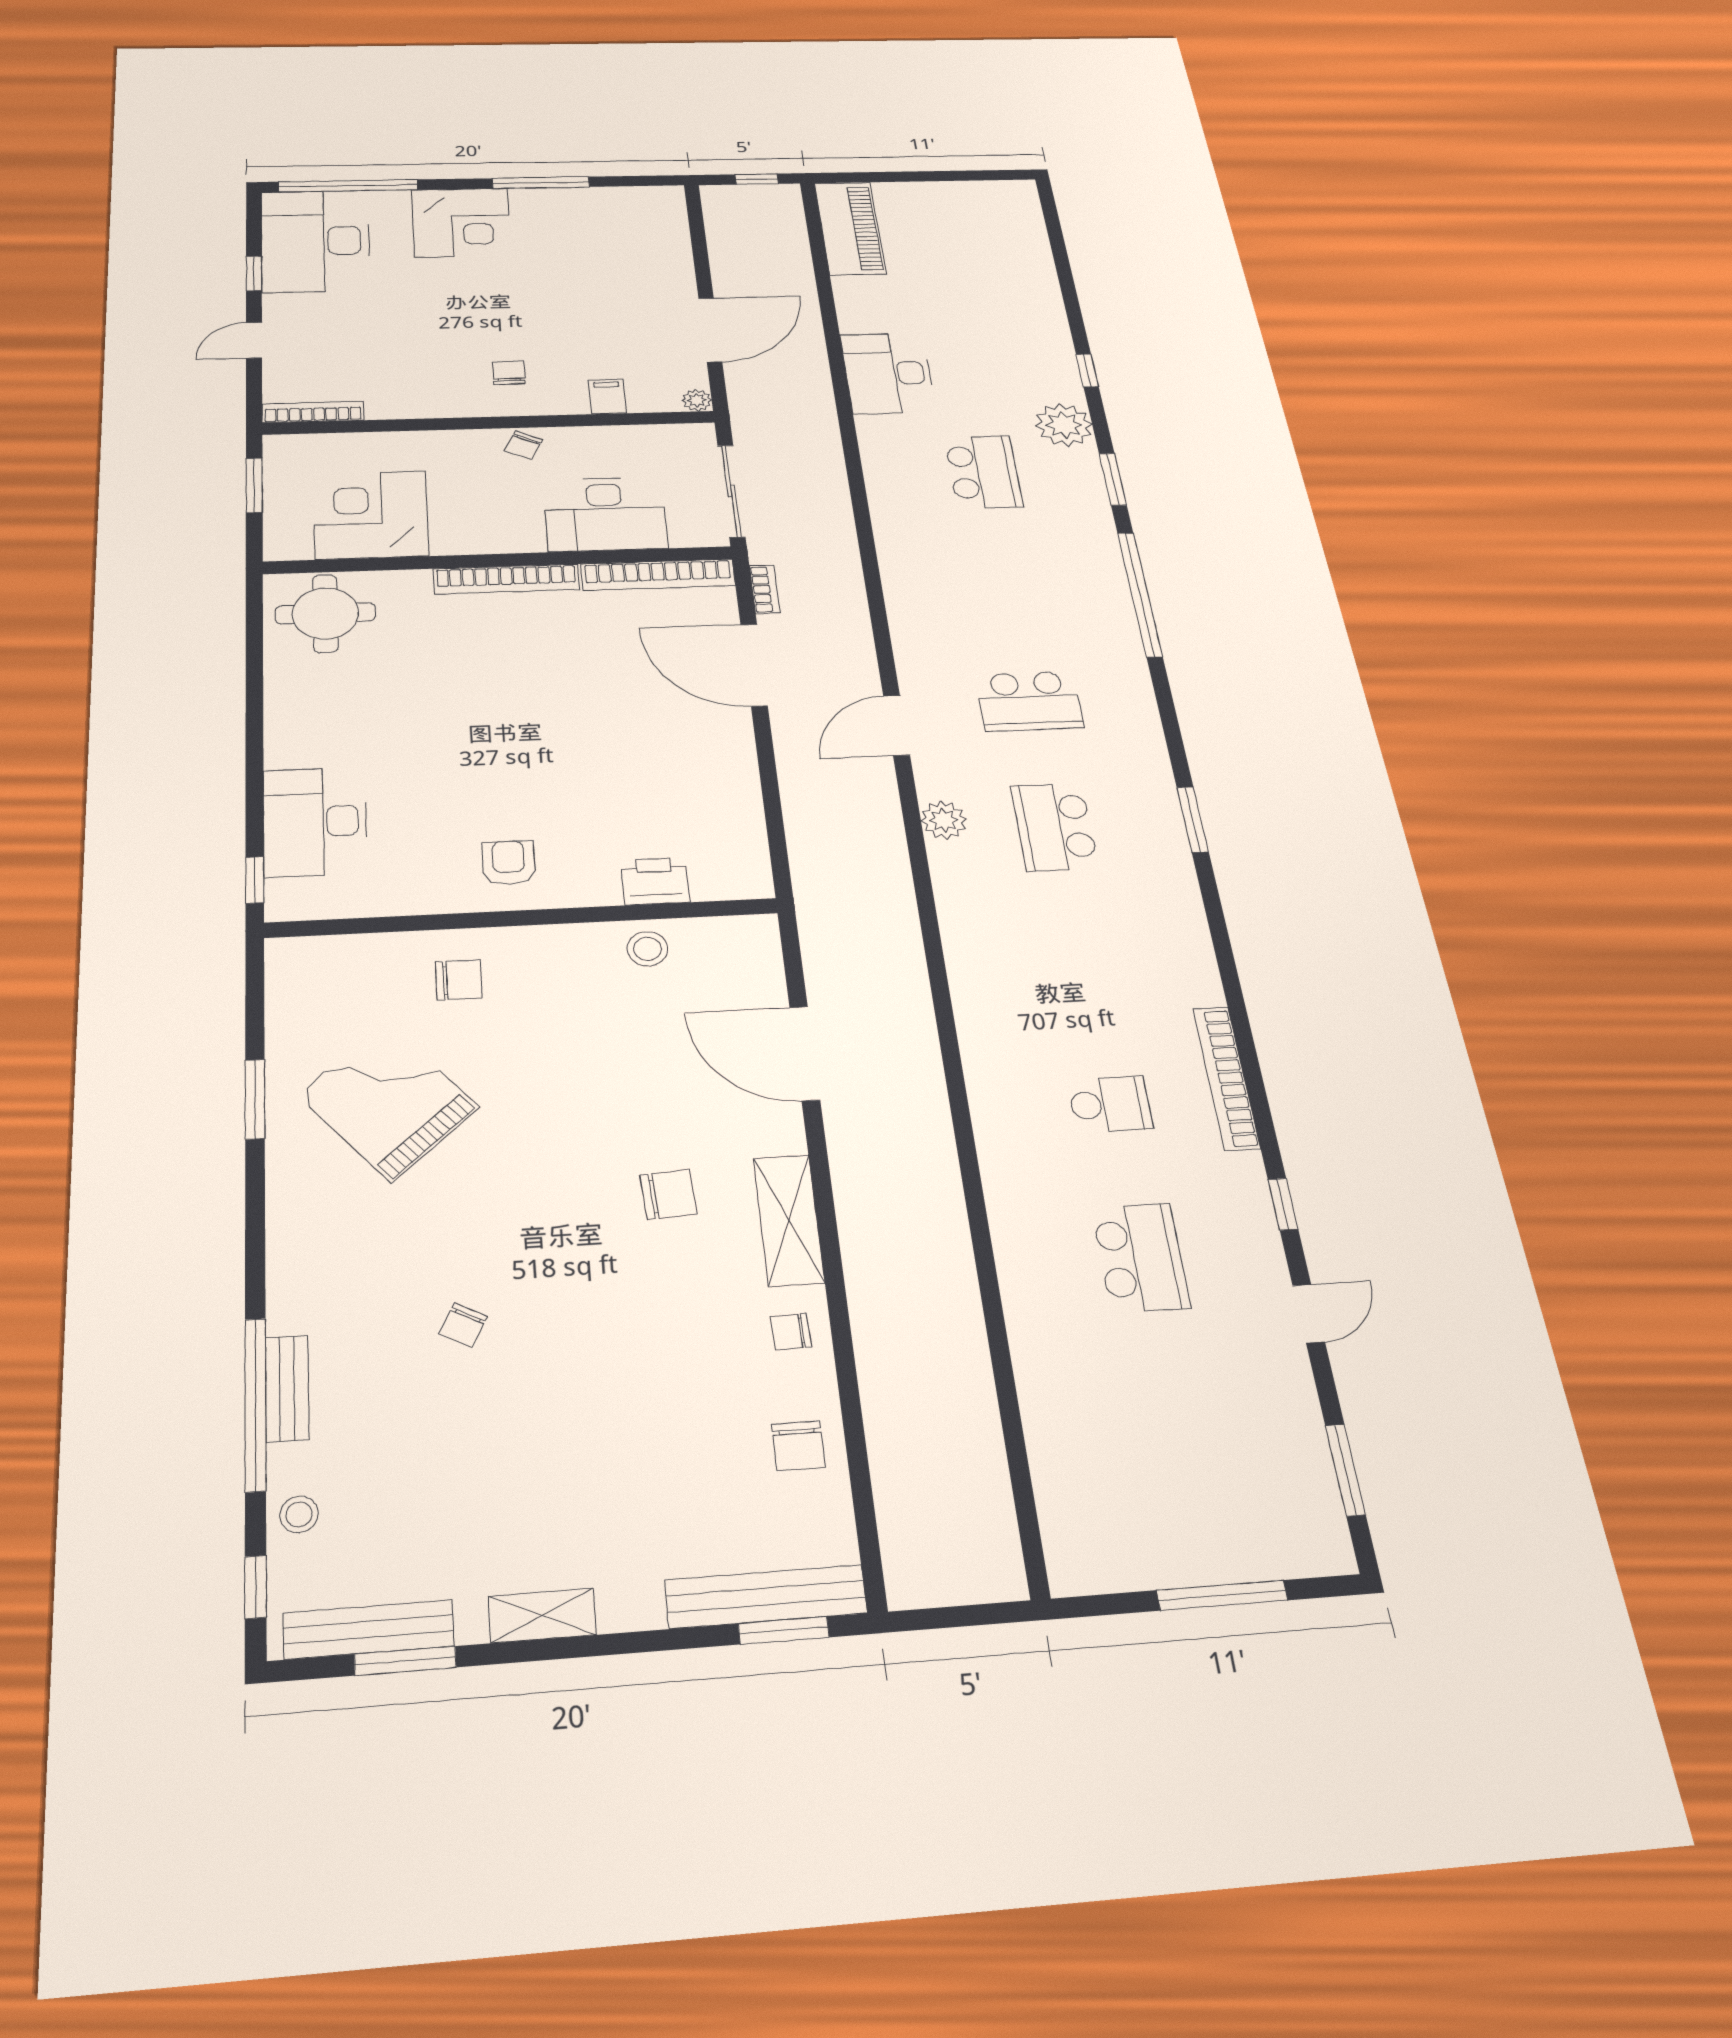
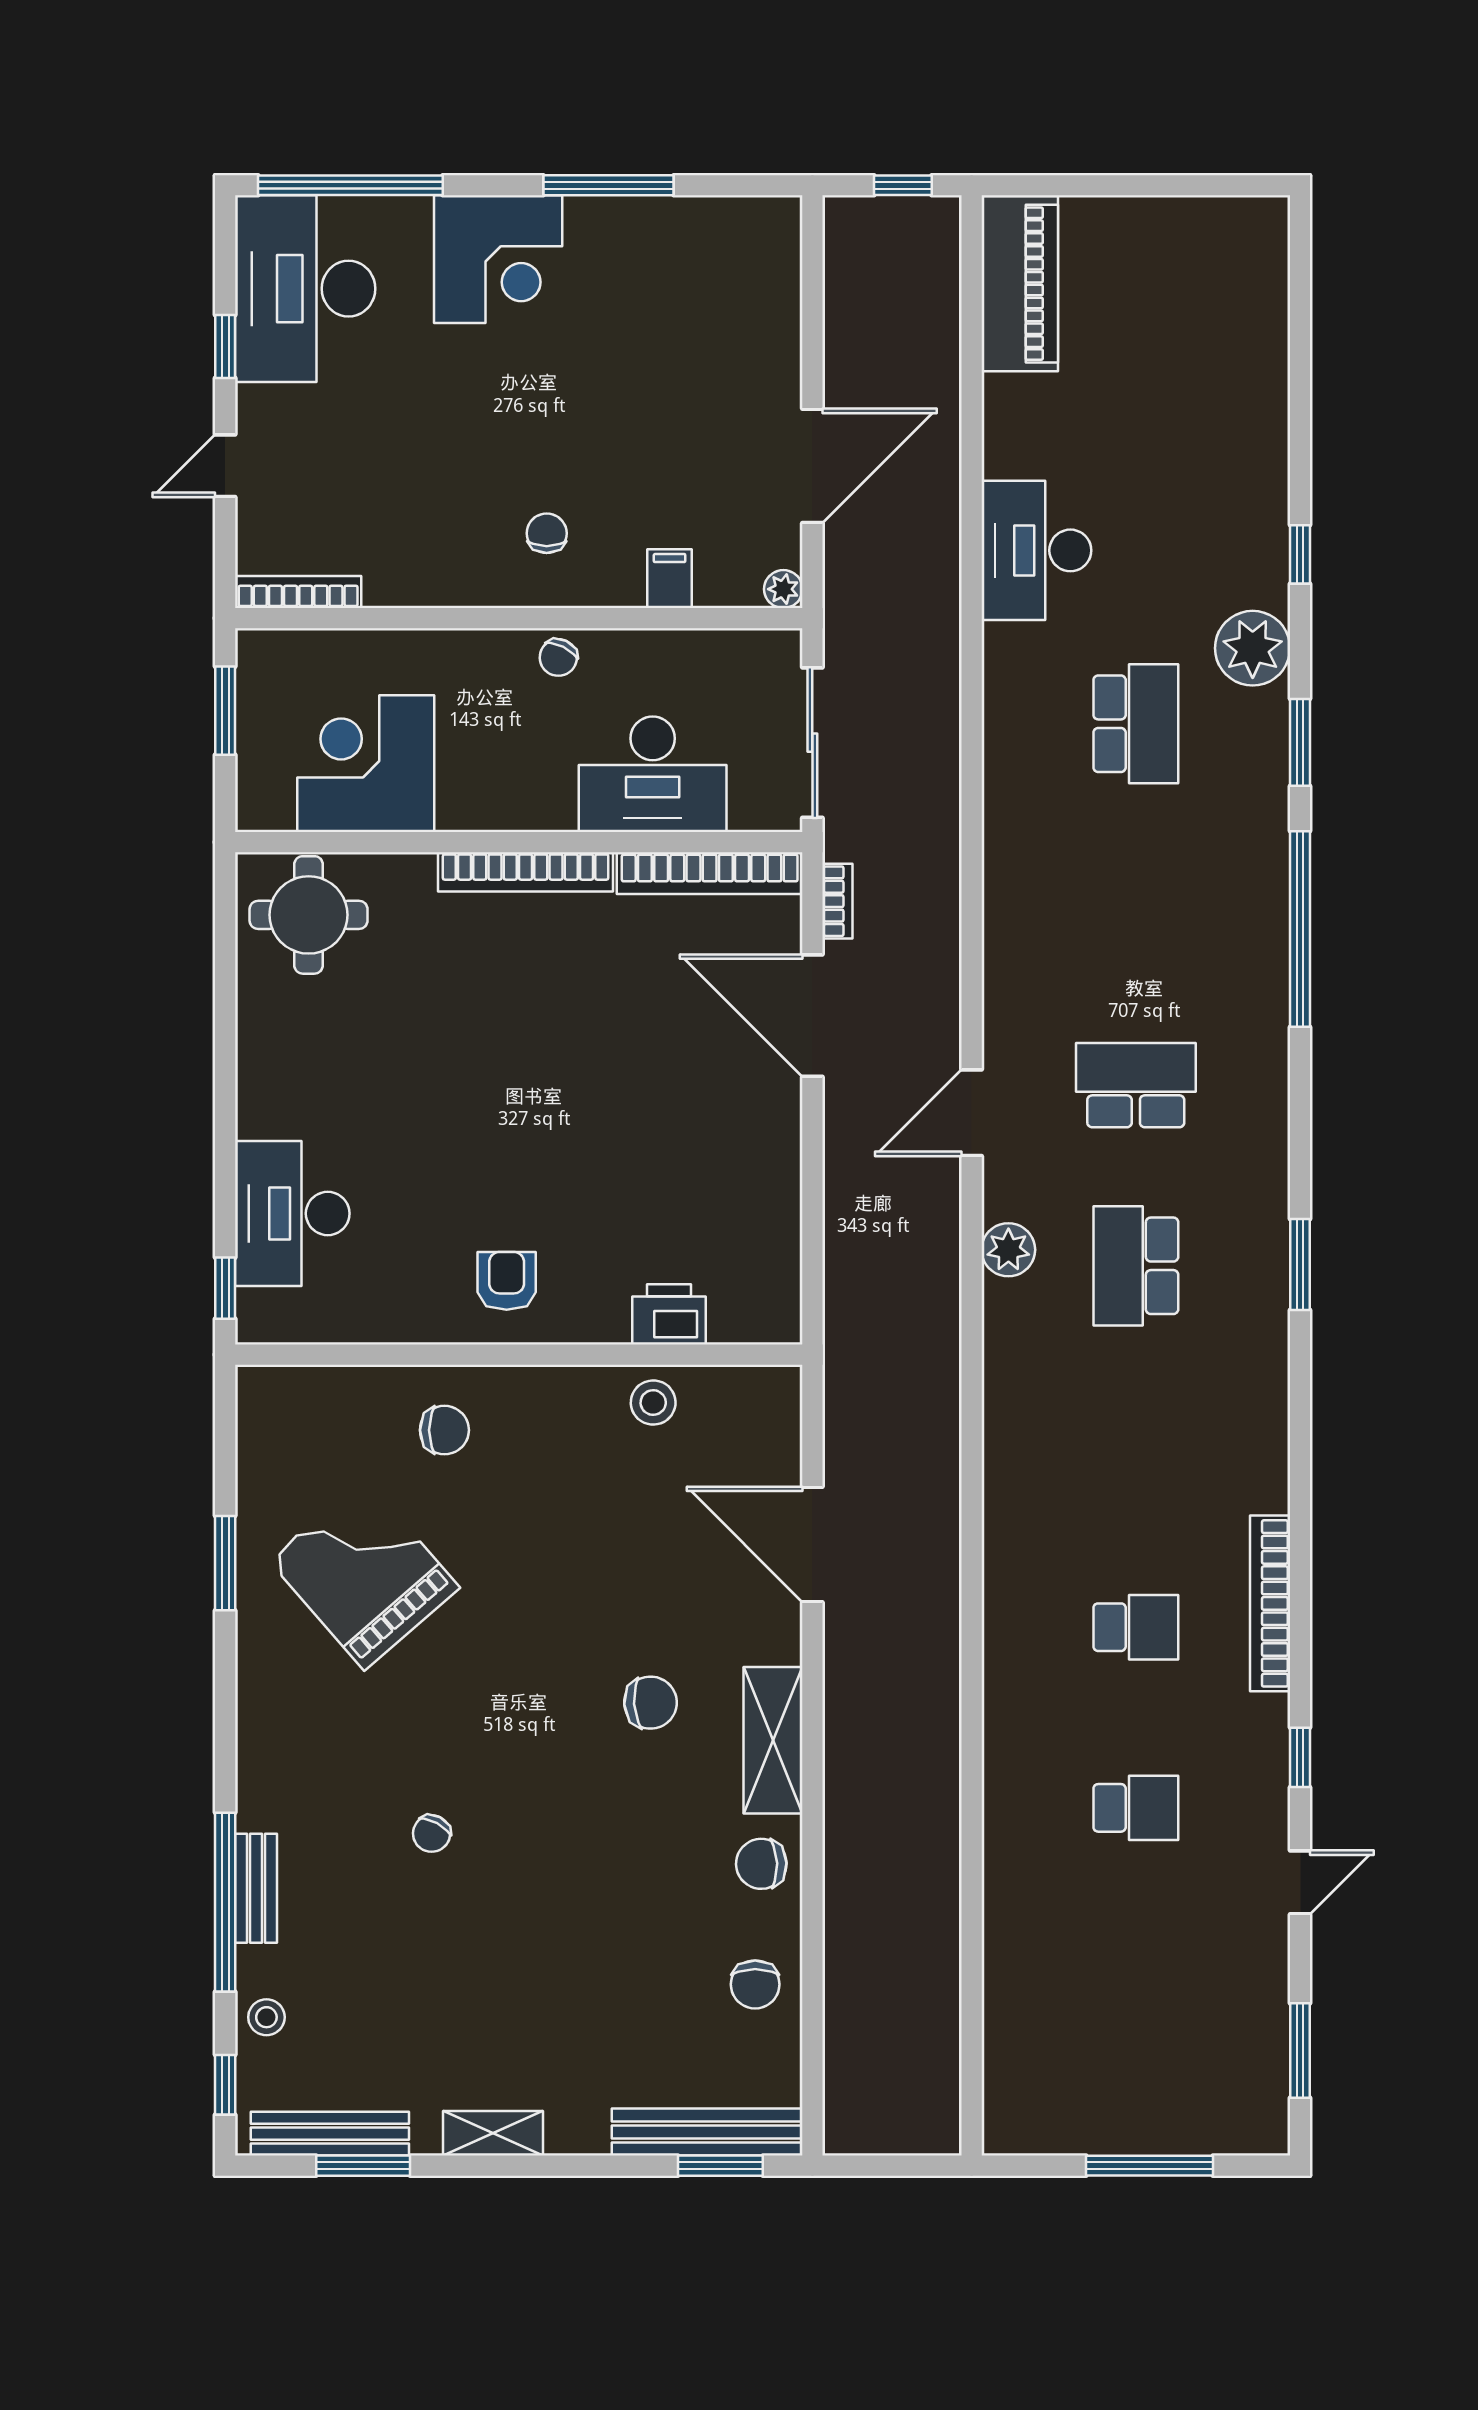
school desk: (1029, 701) -> (1136, 1085), turned 180
school desk: (1141, 1258) -> (1136, 1808), width x0.54
chair: (791, 1332) -> (761, 1864), width x1.37, depth x1.37

